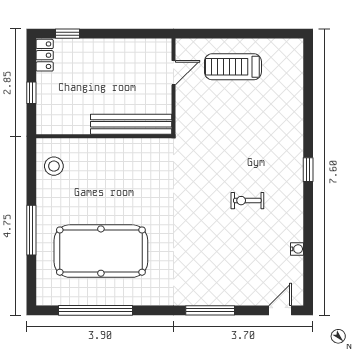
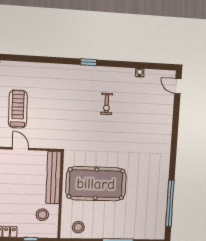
treadmill: (233, 67) -> (18, 109), turned 180
stool: (73, 109) -> (42, 215), added
pool table: (101, 251) -> (96, 184), moved, turned 90
window: (210, 310) -> (175, 131), removed

